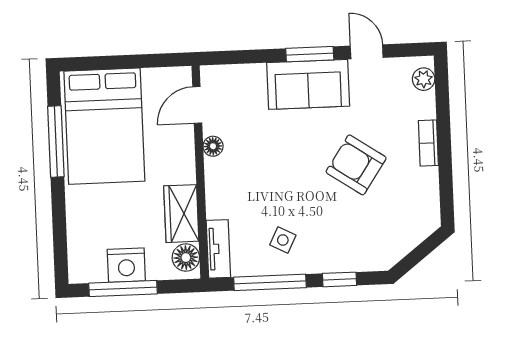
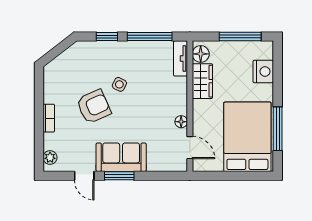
door: (197, 105) -> (190, 148), hinge flipped
armchair: (356, 165) -> (94, 107), turned -58
side table: (283, 240) -> (119, 84), moved
nightstand: (126, 265) -> (263, 71), moved, turned 90

